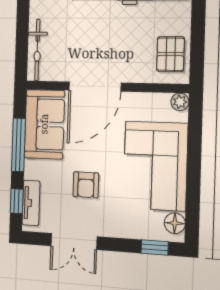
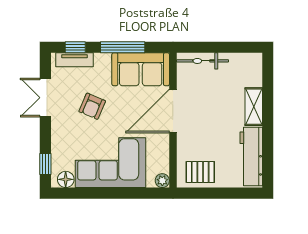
door: (95, 87) -> (173, 111), hinge flipped
armchair: (86, 185) -> (92, 106), turned -67

